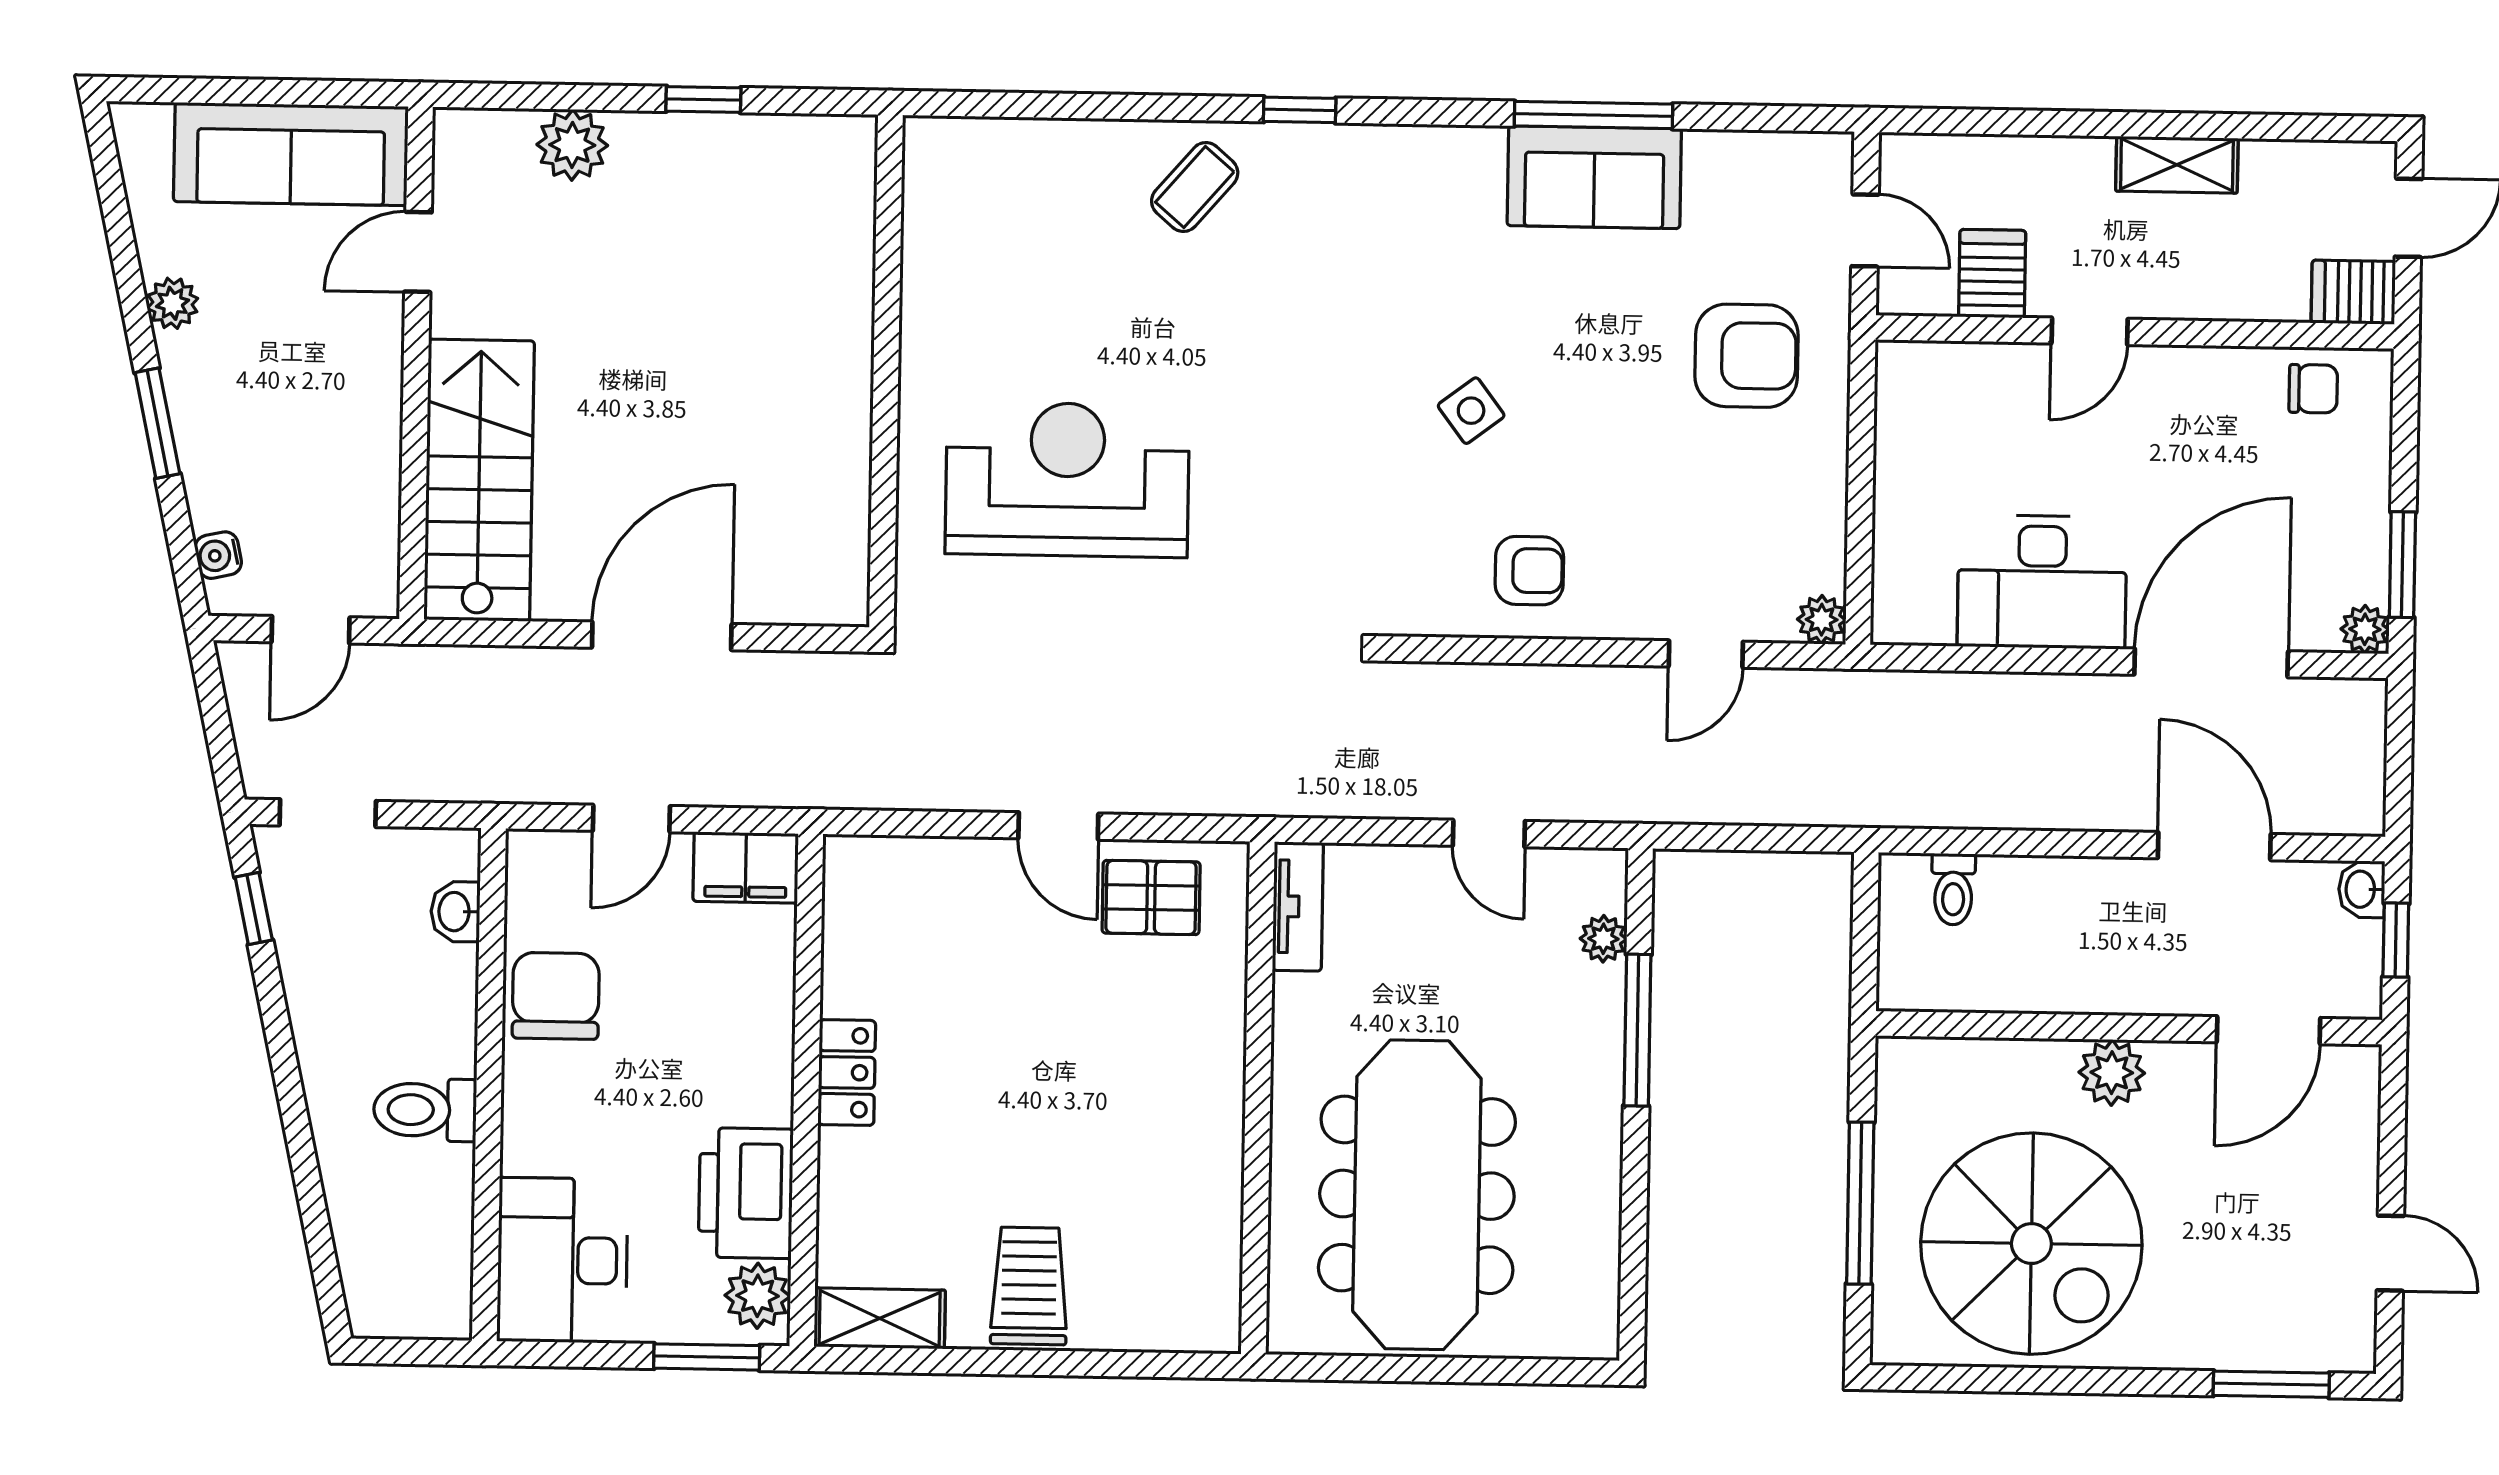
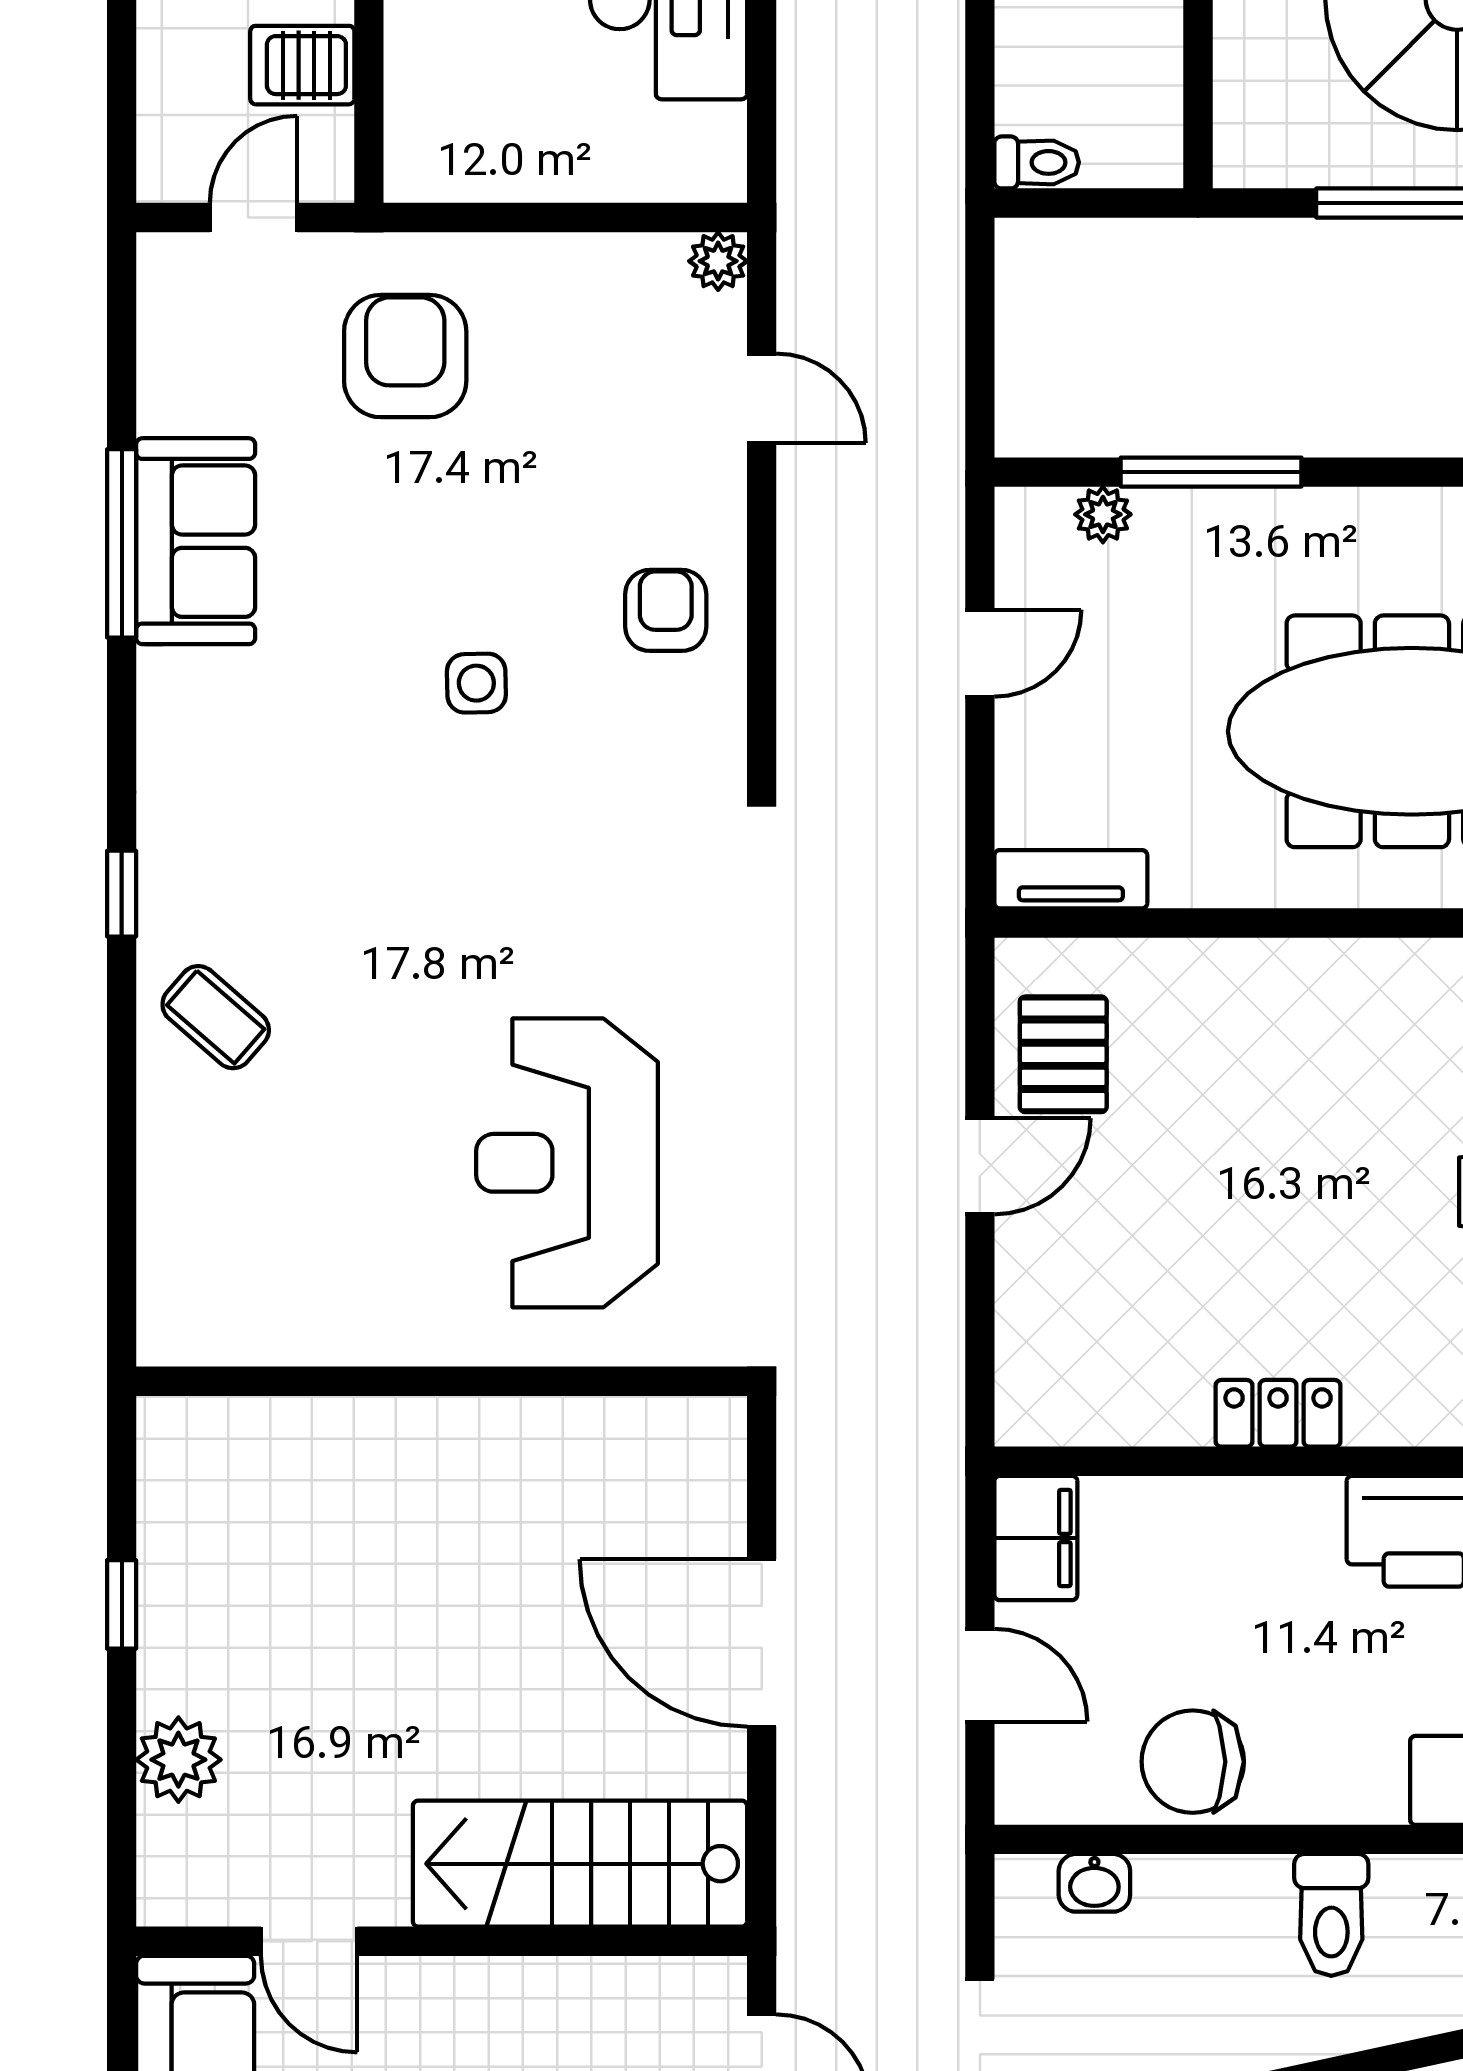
side table: (1471, 411) -> (476, 683), turned 36
toilet: (1953, 889) -> (1037, 162), moved

